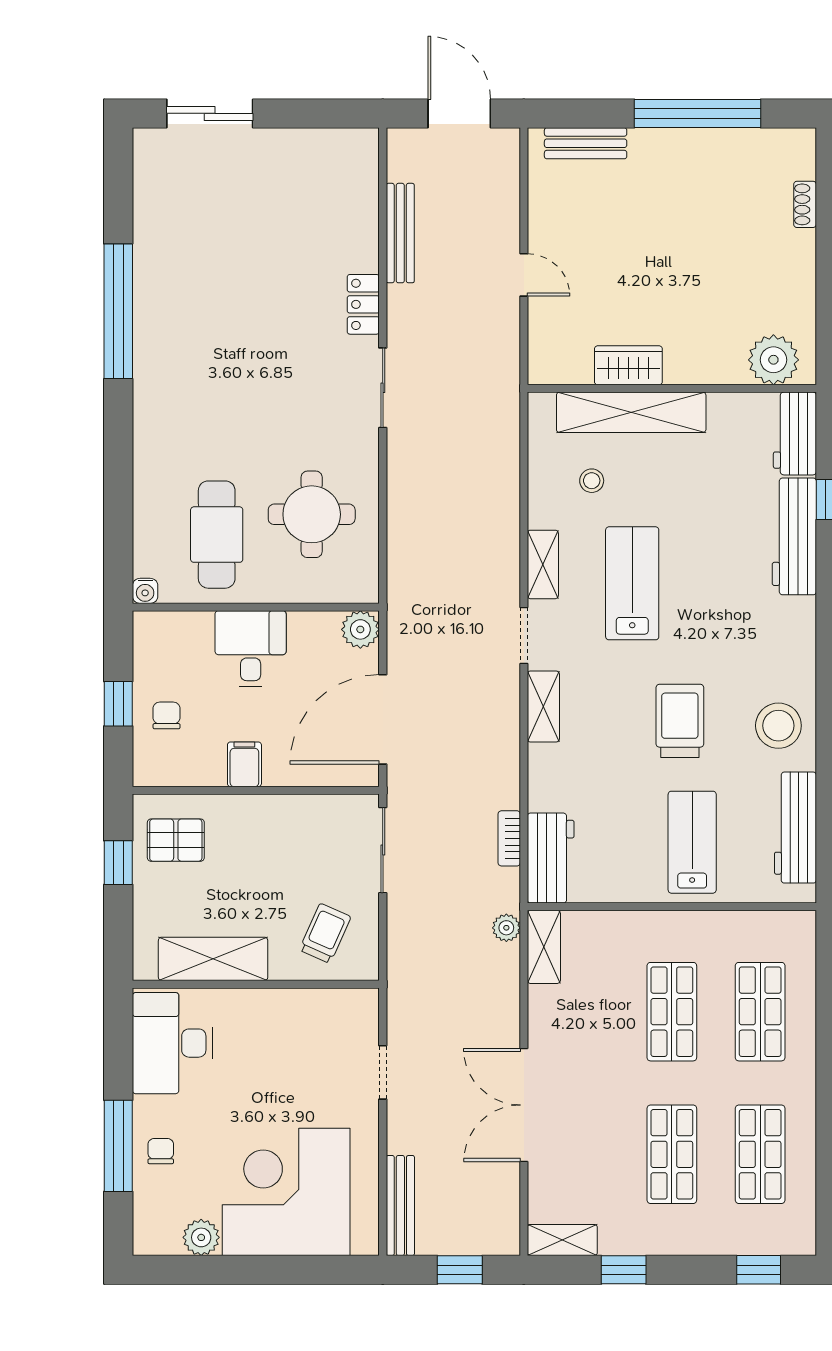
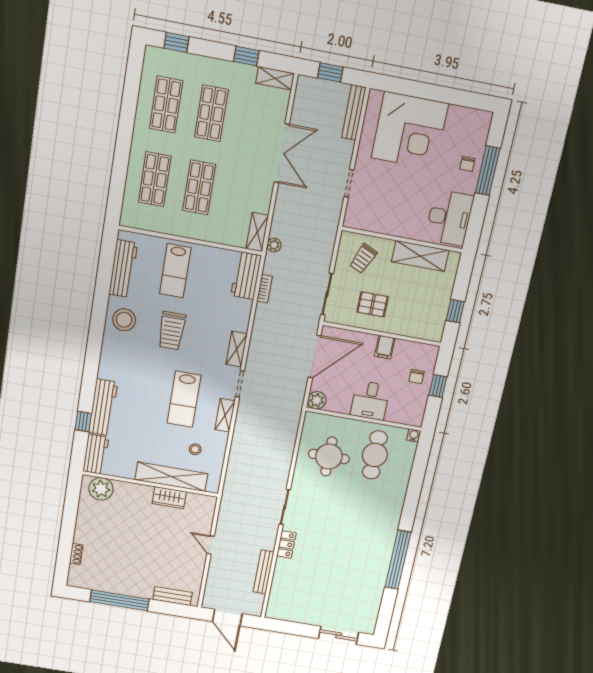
pallet: (176, 840) -> (373, 304), moved
plant: (201, 1237) -> (457, 115), removed

